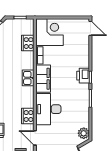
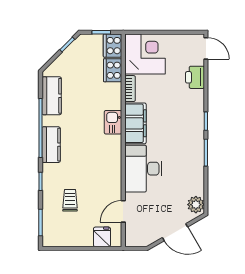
printer: (83, 76) -> (195, 77), moved
cooker: (28, 116) -> (113, 46), moved
door: (35, 138) -> (123, 211), hinge flipped

